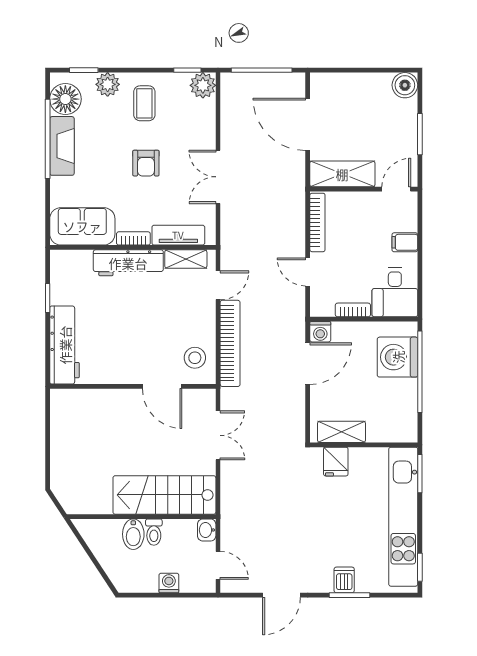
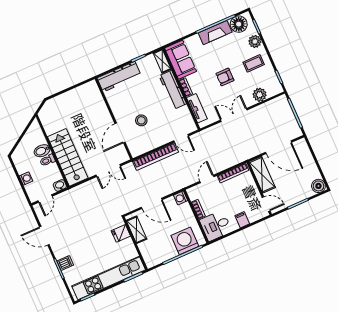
plant: (203, 85) -> (260, 95), moved
door: (308, 124) -> (279, 147), swing flipped
shelving: (186, 259) -> (162, 61), moved
stool: (195, 358) -> (141, 120), moved
door: (308, 364) -> (152, 203), moved

